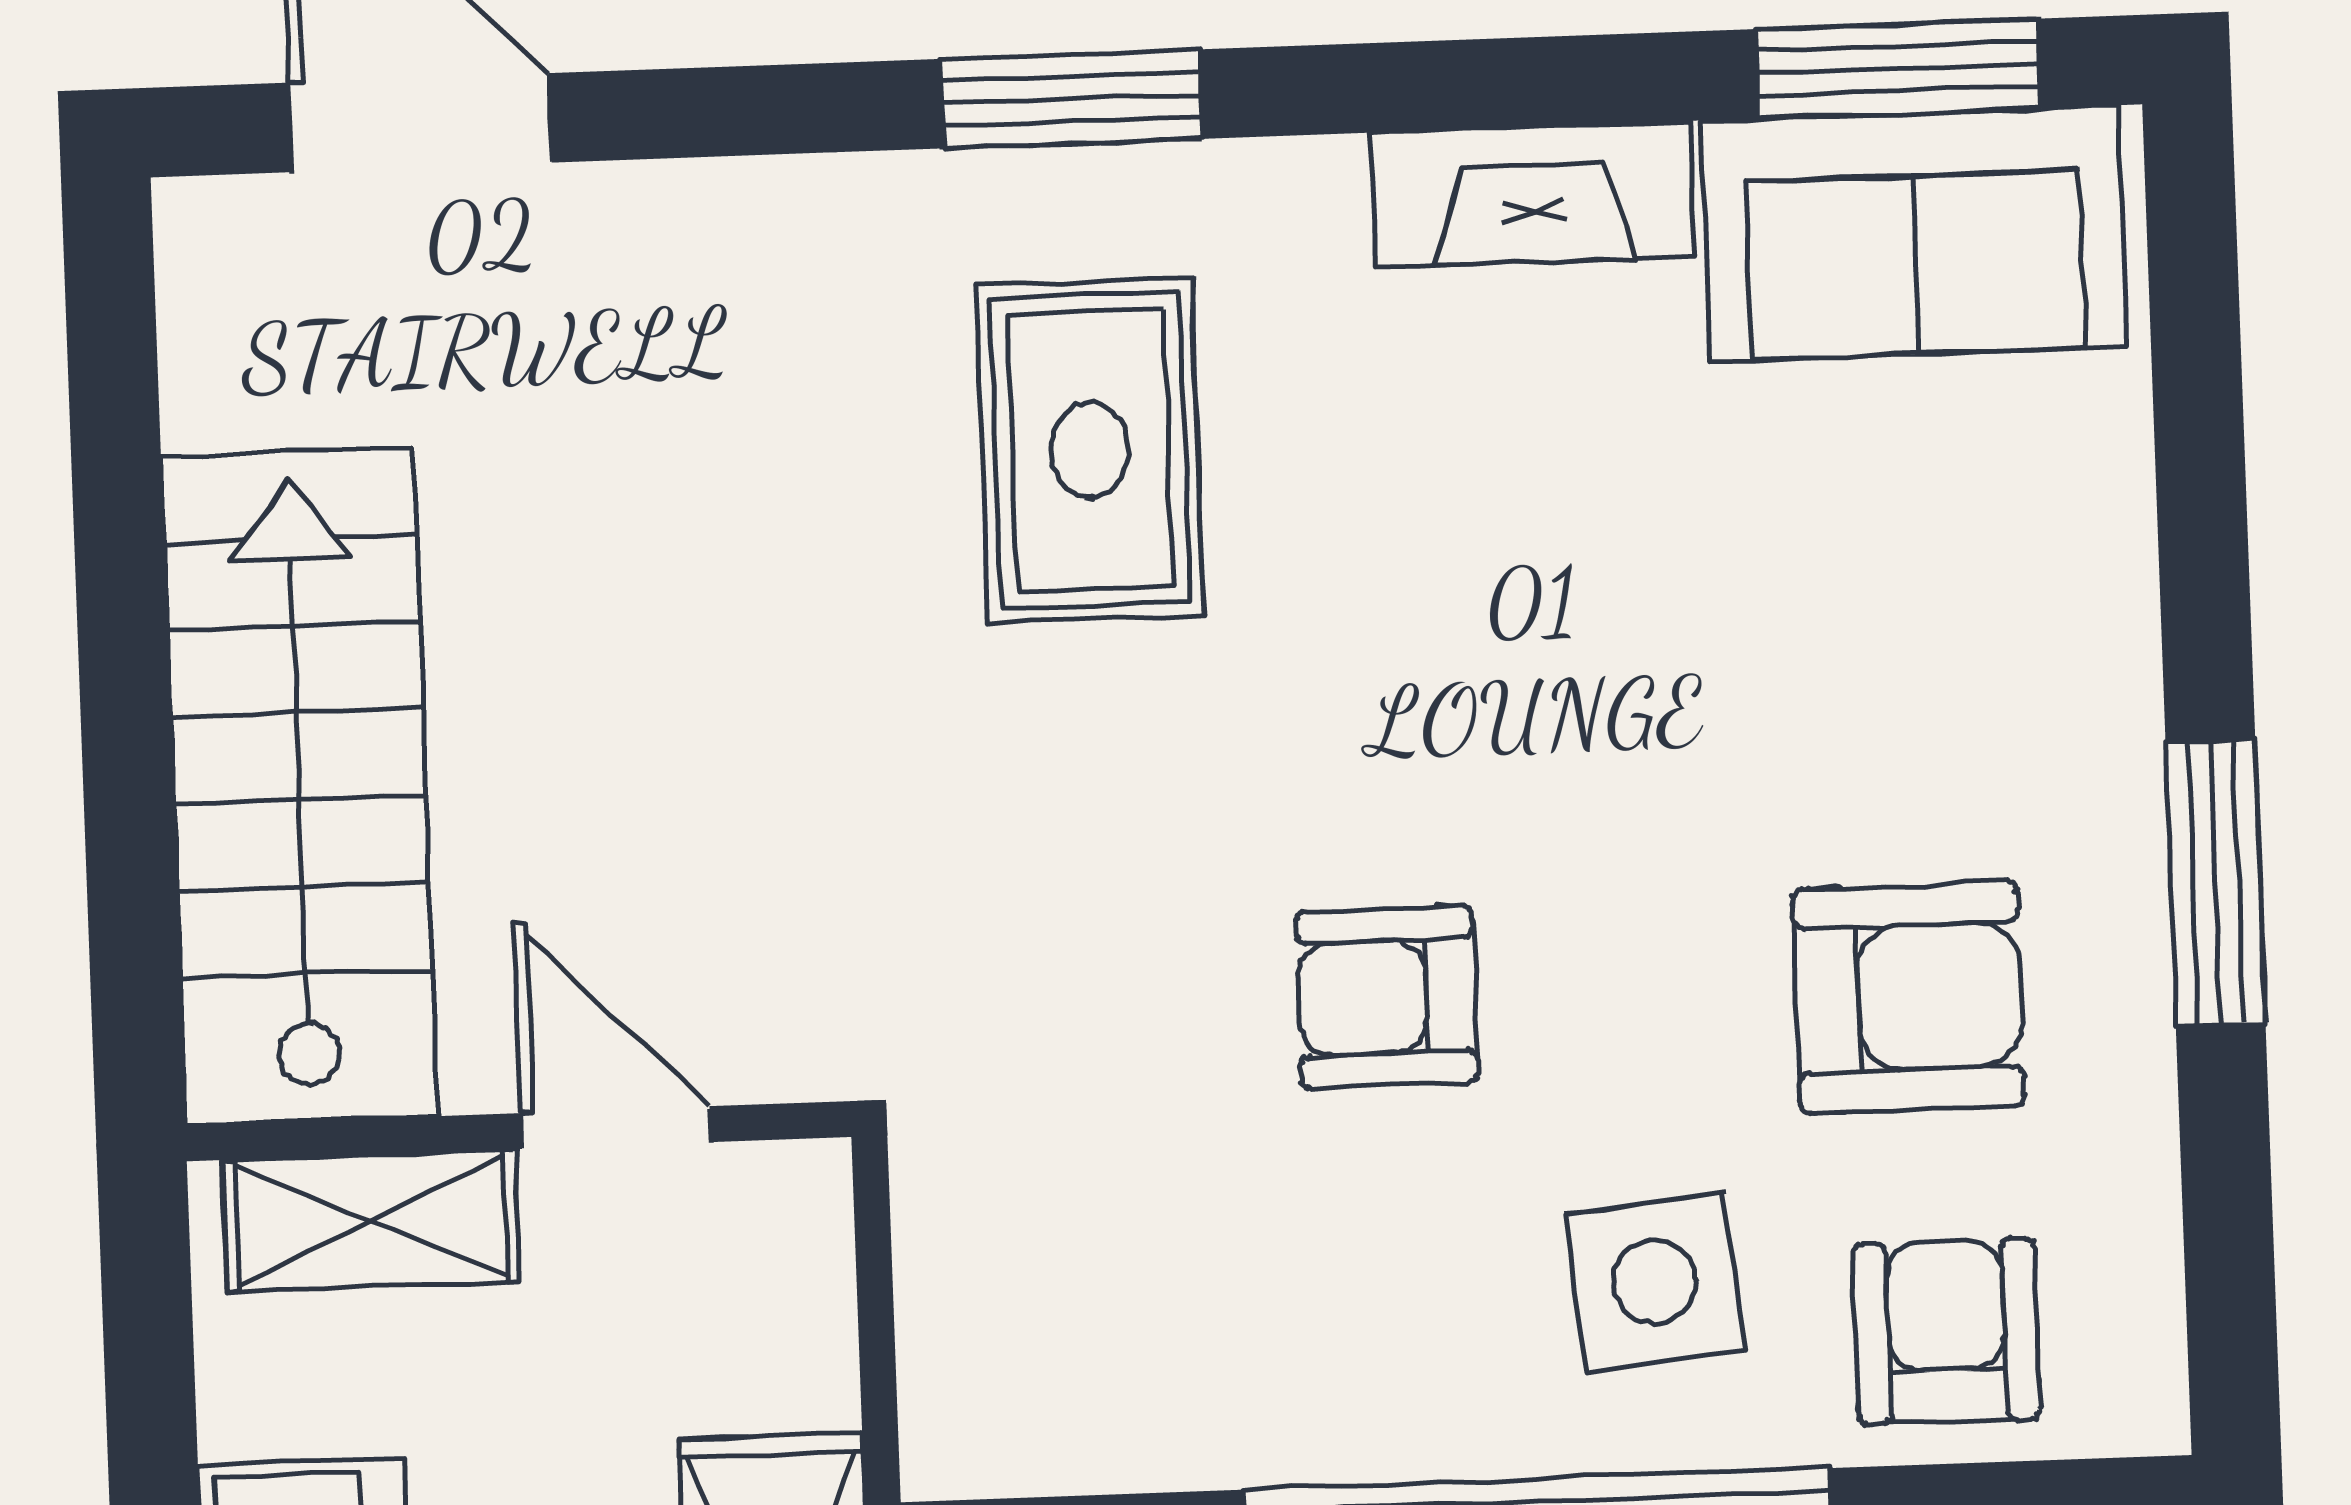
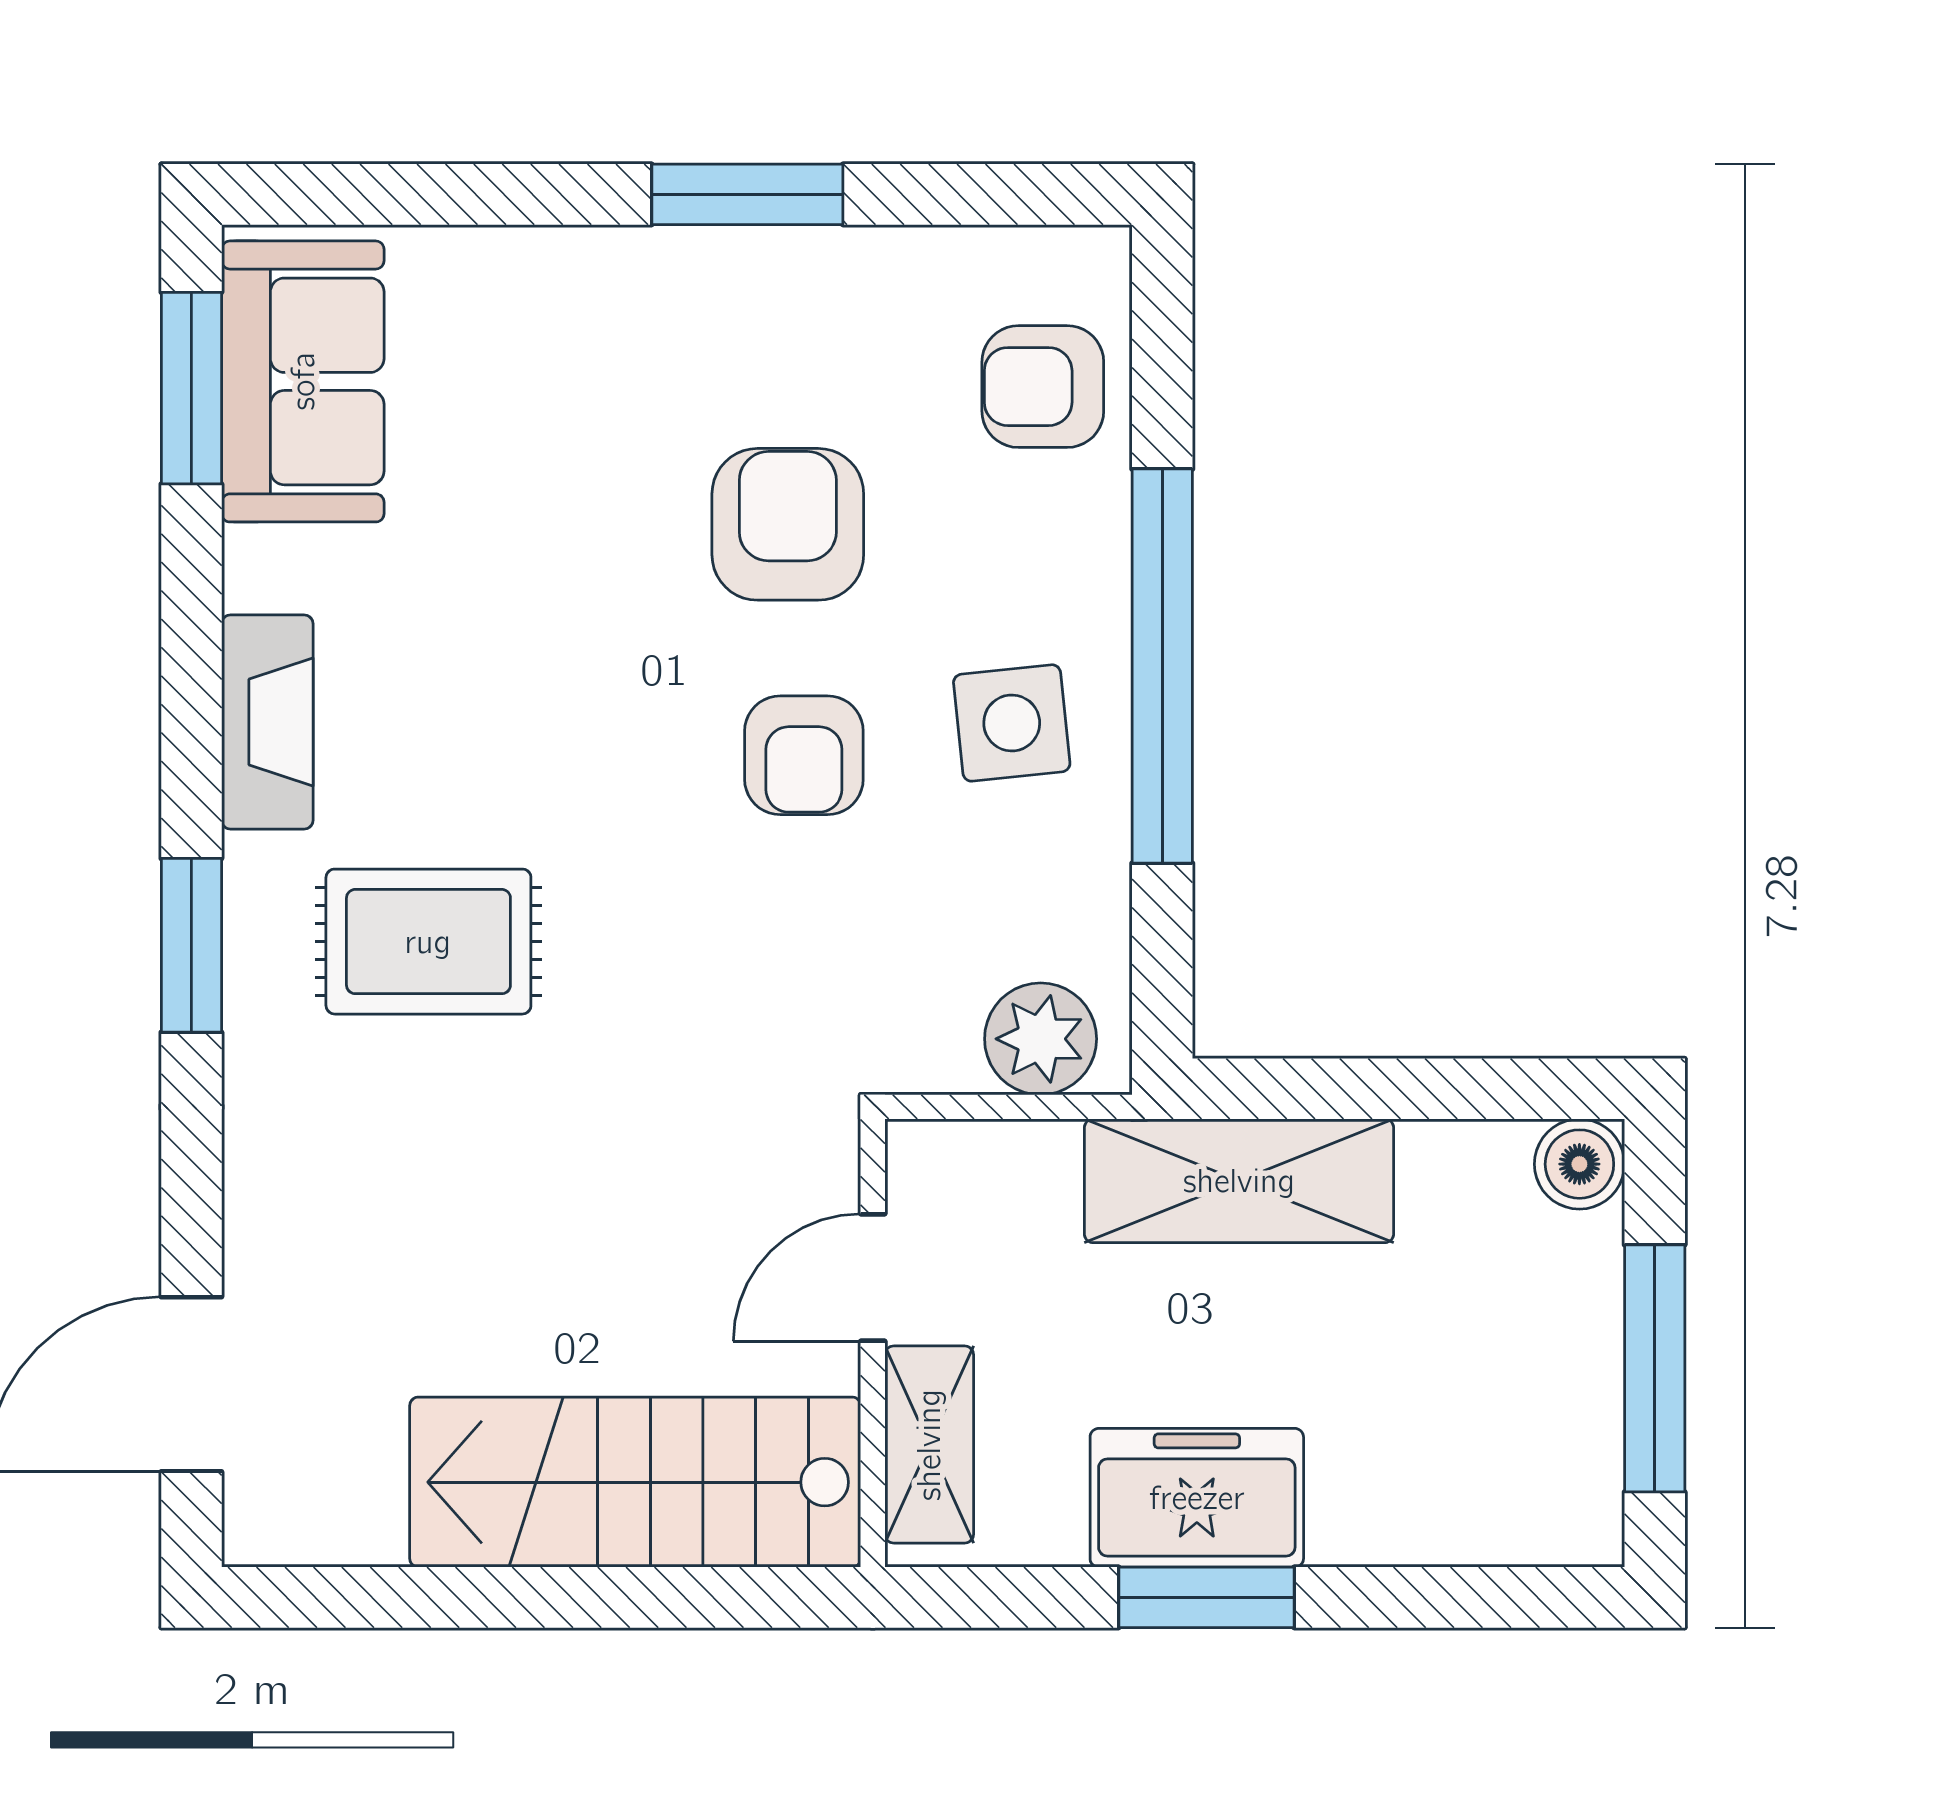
fireplace: (1533, 195) -> (267, 722), moved
armchair: (1909, 997) -> (788, 524), moved
side table: (1655, 1282) -> (1012, 723), moved
plant: (979, 1363) -> (1041, 1039), added

